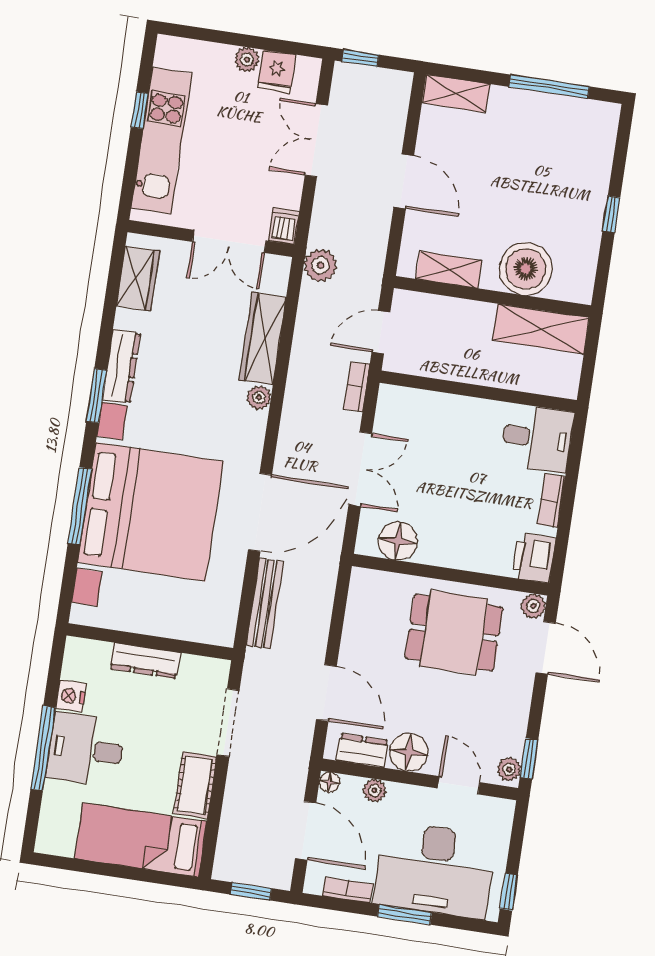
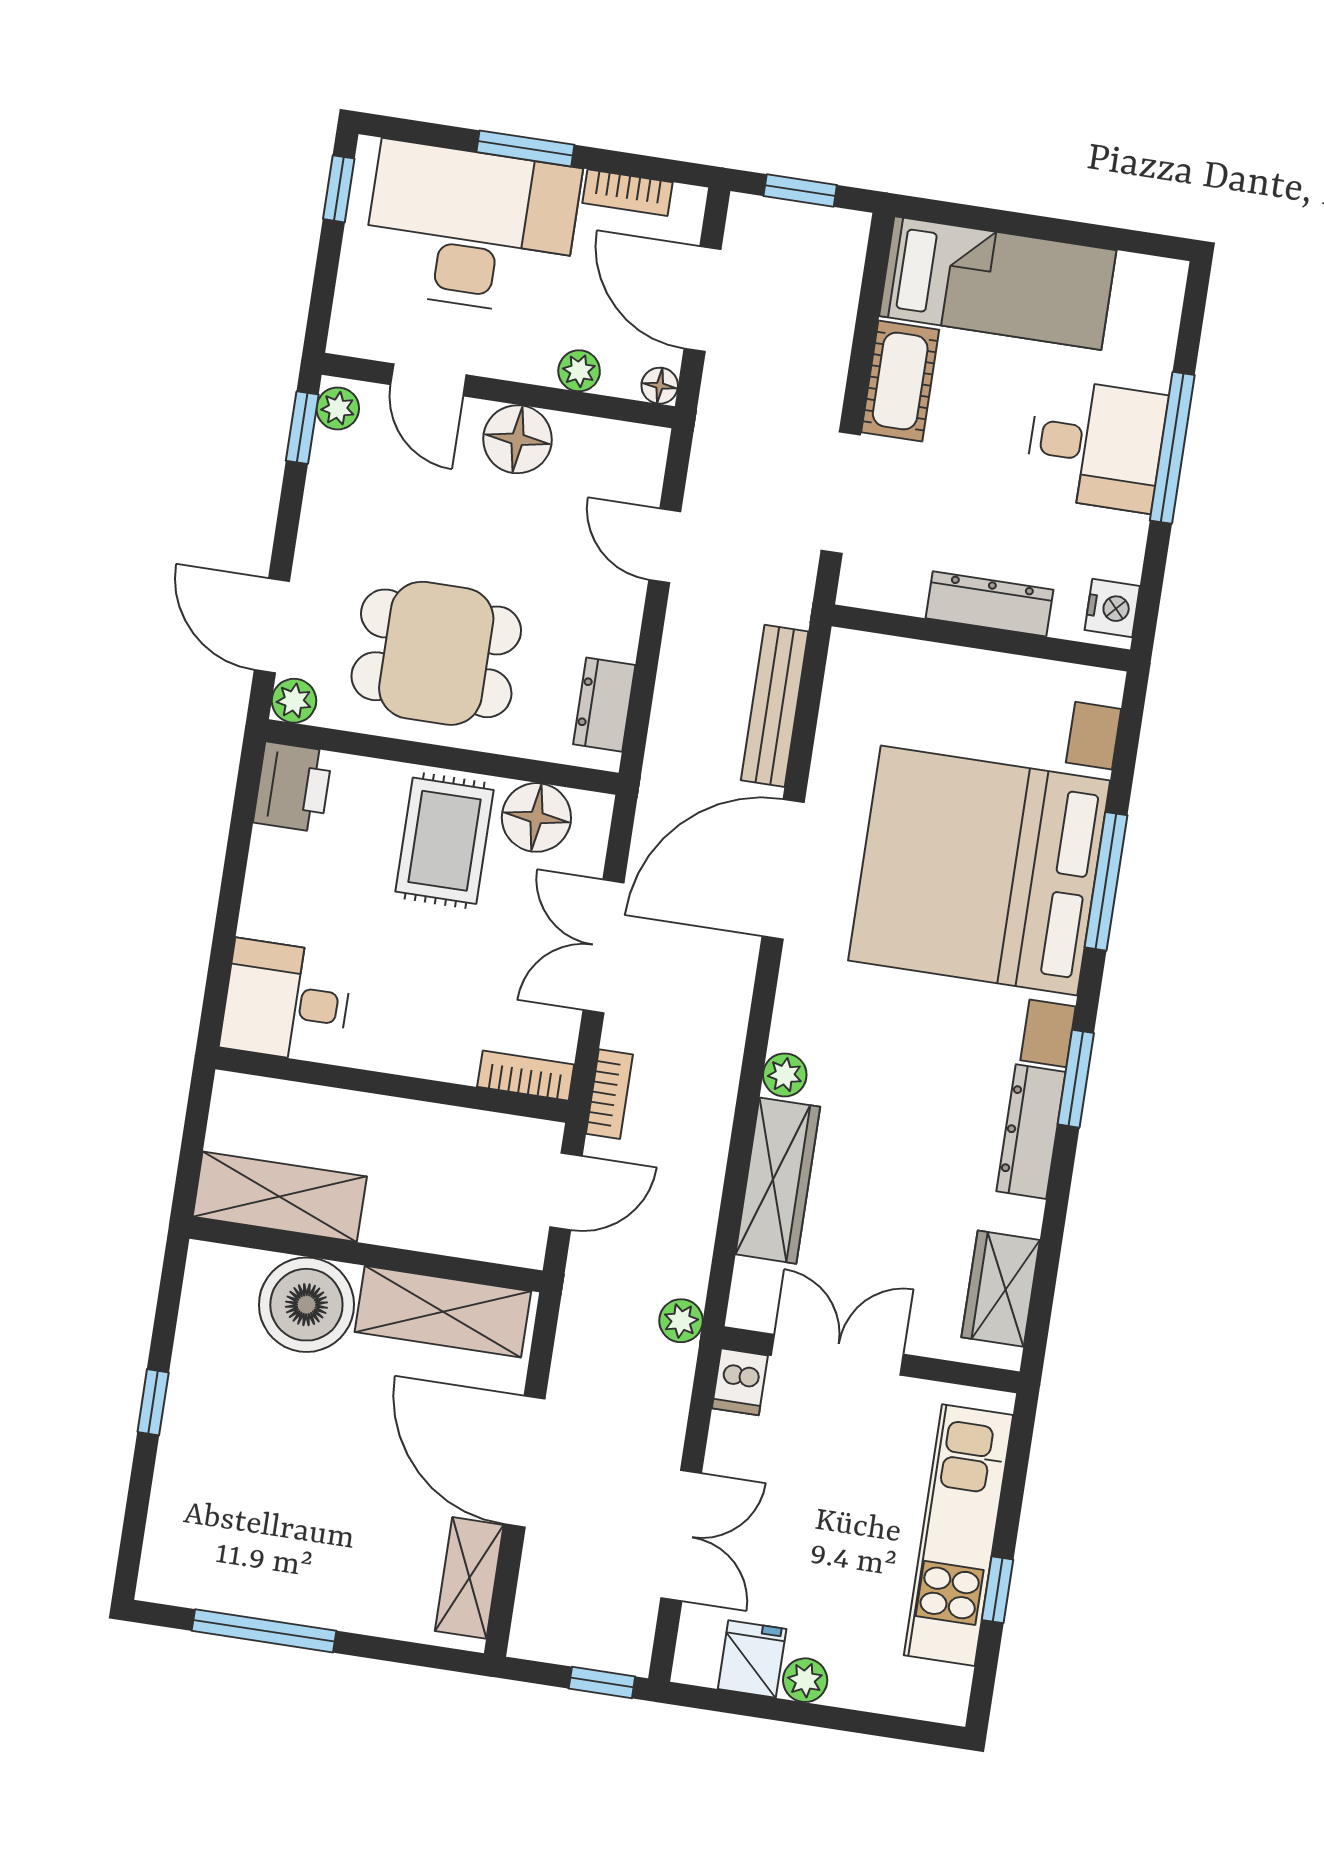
shelving: (456, 93) -> (469, 1578), moved, turned 90
door: (404, 181) -> (525, 1462), width x1.36
plant: (320, 265) -> (681, 1321), width x0.73, depth x0.73
shelving: (449, 270) -> (443, 1312), width x1.50, depth x1.33
bookcase: (551, 500) -> (526, 1076), moved, turned -90
rug: (449, 528) -> (444, 841), added
door: (326, 693) -> (665, 546), width x0.73
nightstand: (71, 696) -> (1112, 608), moved
dresser: (362, 750) -> (604, 705), moved, turned 90

